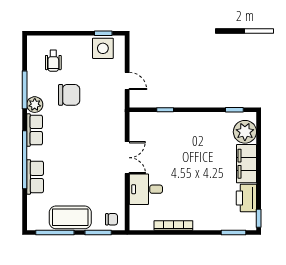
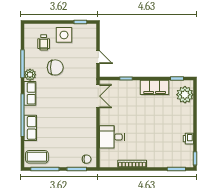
side table: (103, 48) -> (64, 35), moved
double door: (127, 158) -> (98, 96), moved
filing cabinet: (246, 164) -> (155, 87), moved, turned -90
printer: (246, 198) -> (188, 139), width x0.53, depth x0.68
coffee table: (70, 217) -> (37, 157), moved, width x0.73, depth x0.76

